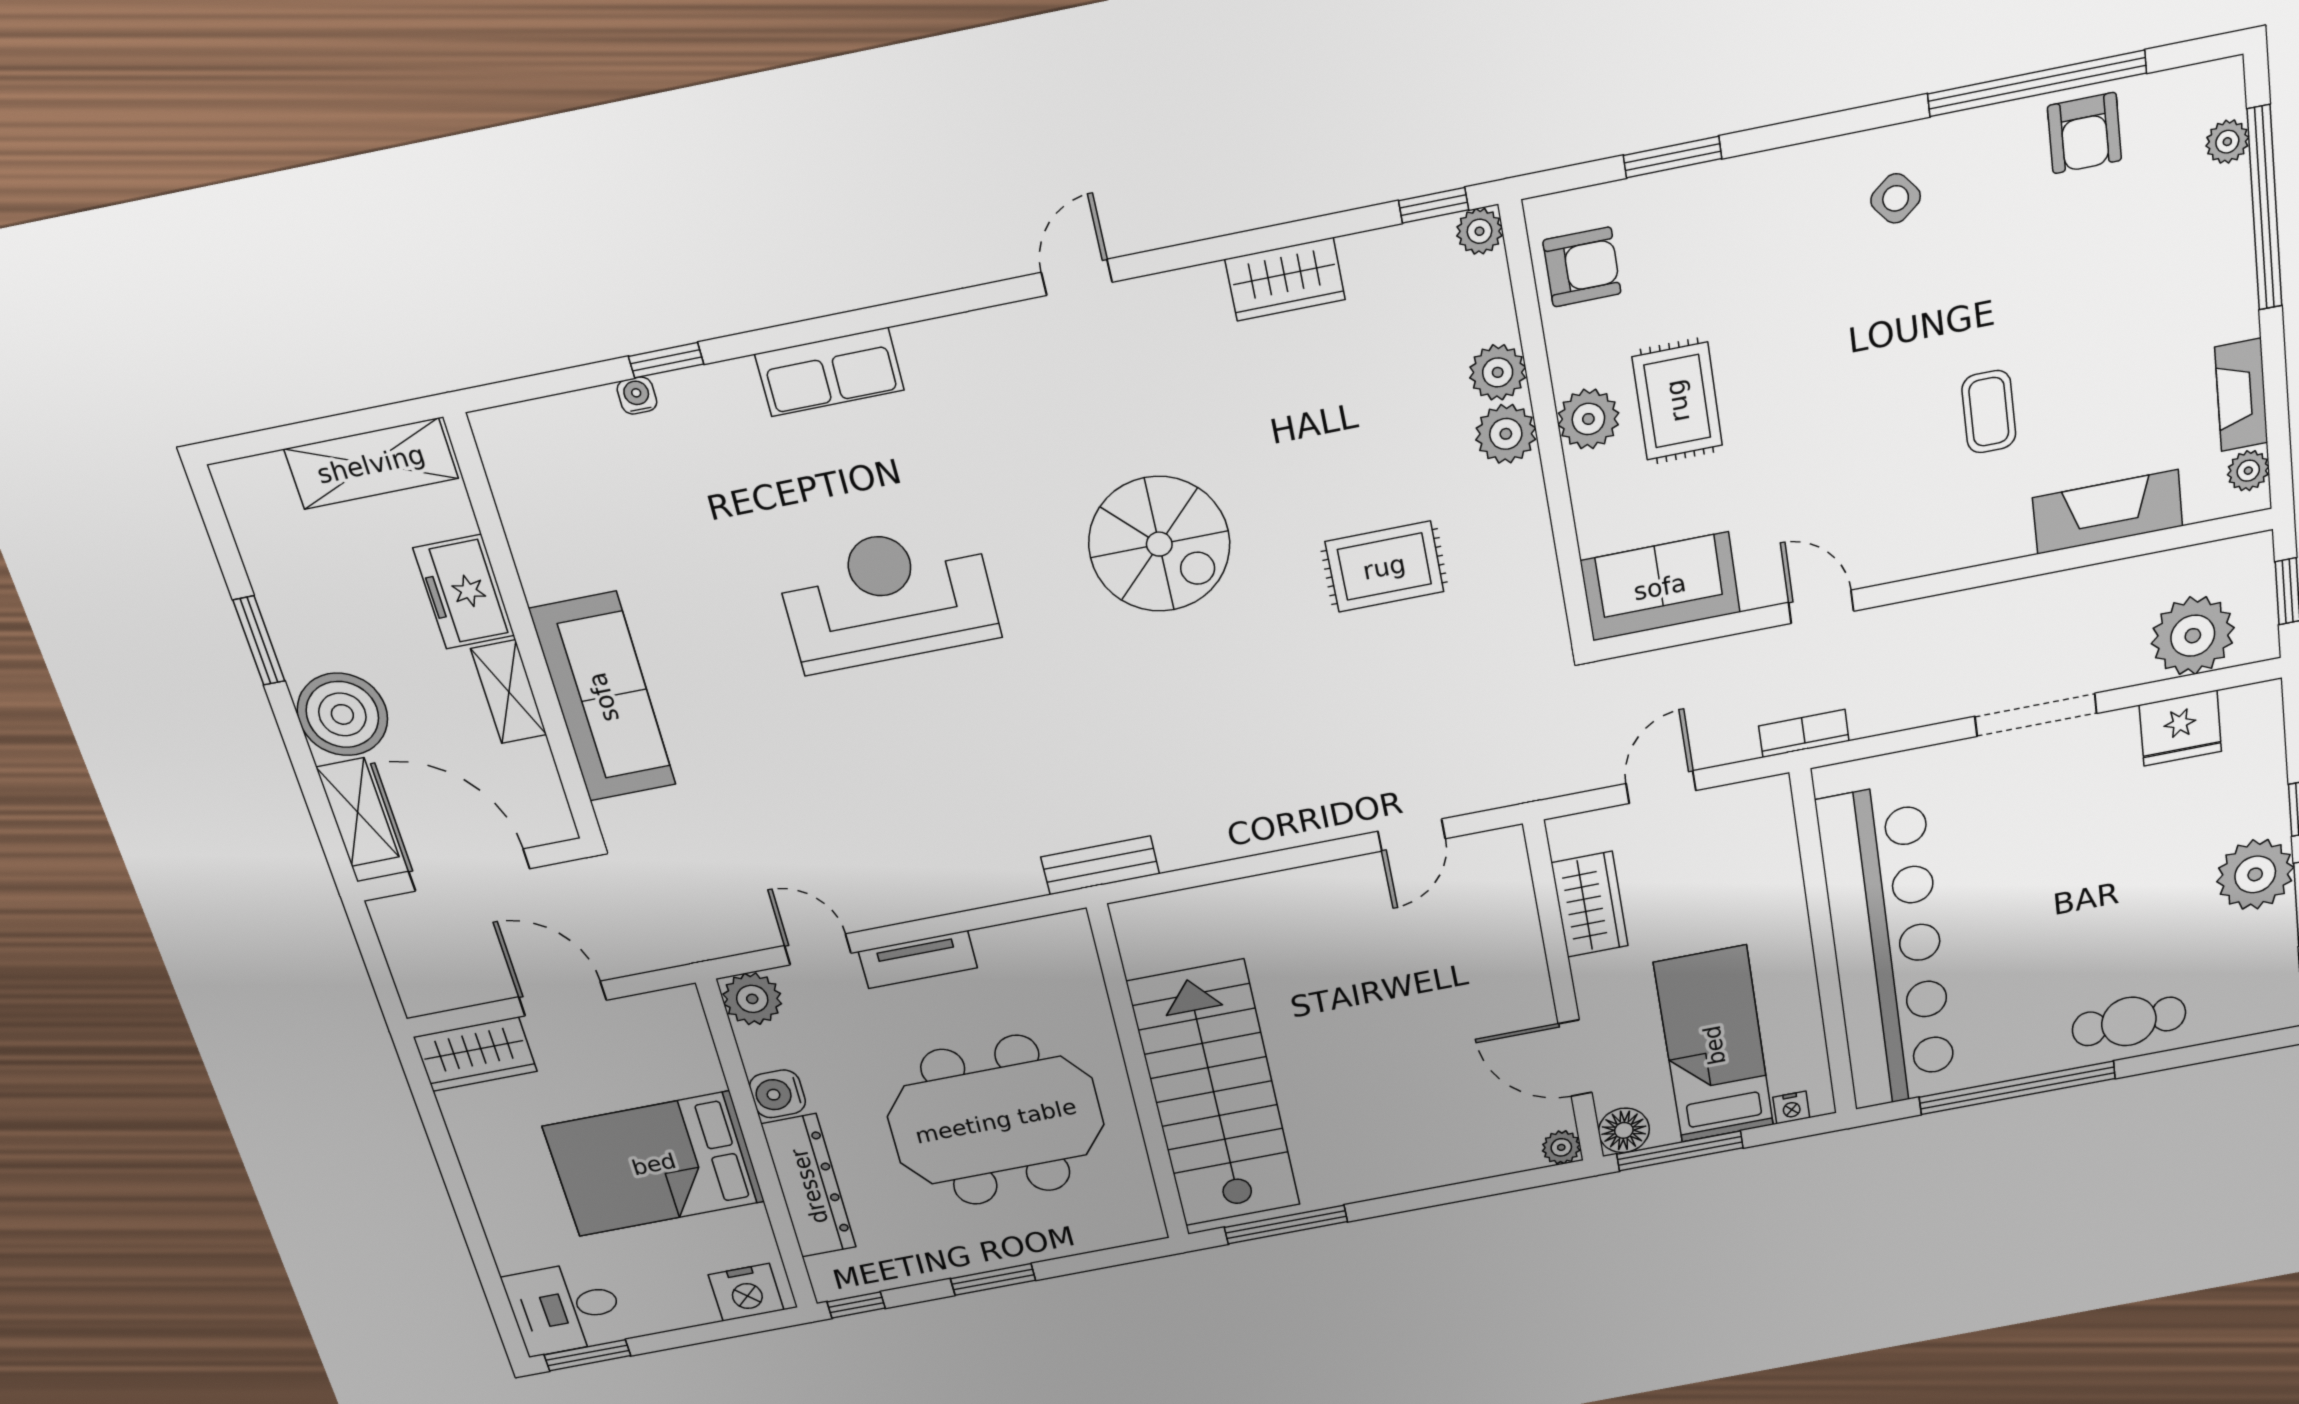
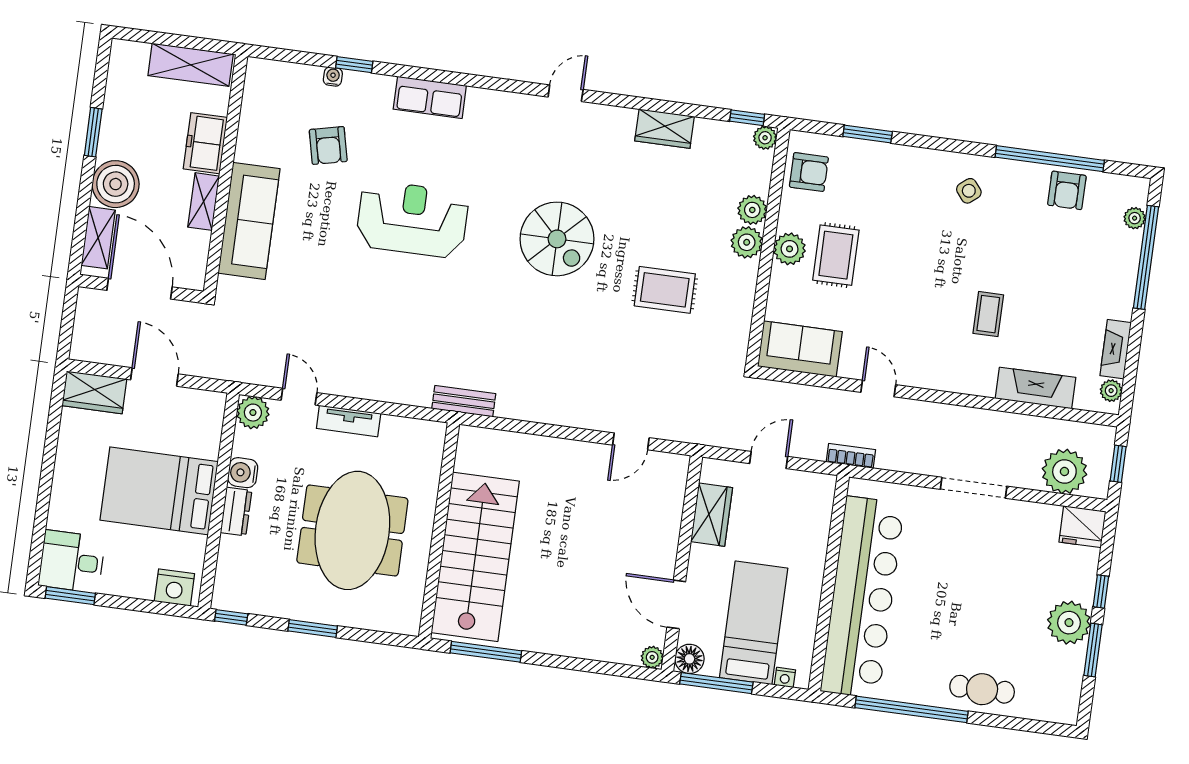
armchair: (683, 521) -> (328, 146), added
fridge: (2180, 728) -> (1082, 527), moved
meeting table: (996, 1121) -> (352, 530), turned 90
dresser: (809, 1186) -> (236, 512), width x0.51, depth x0.80

